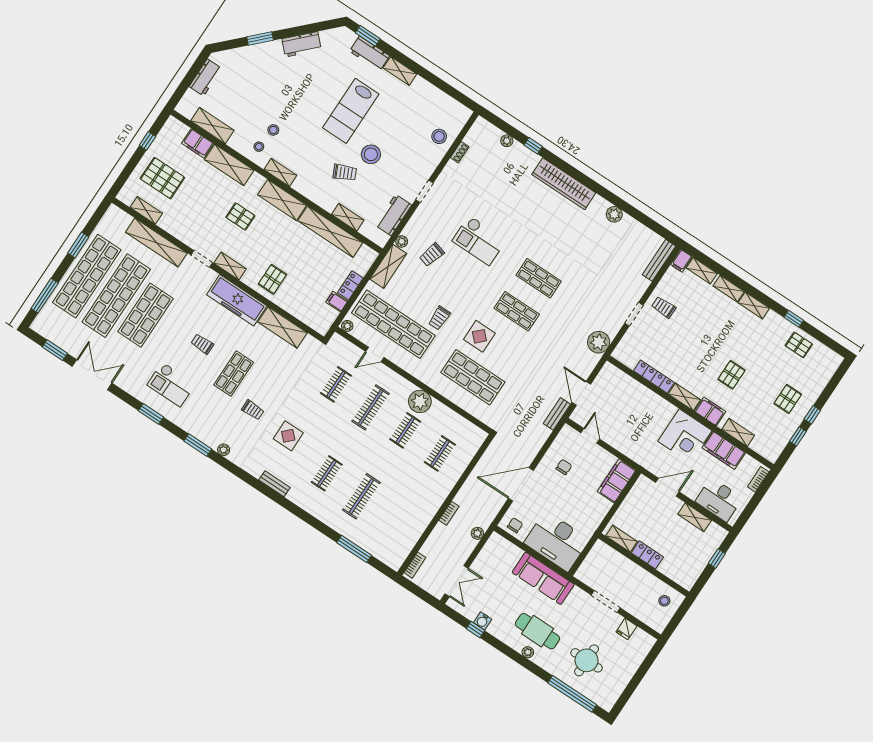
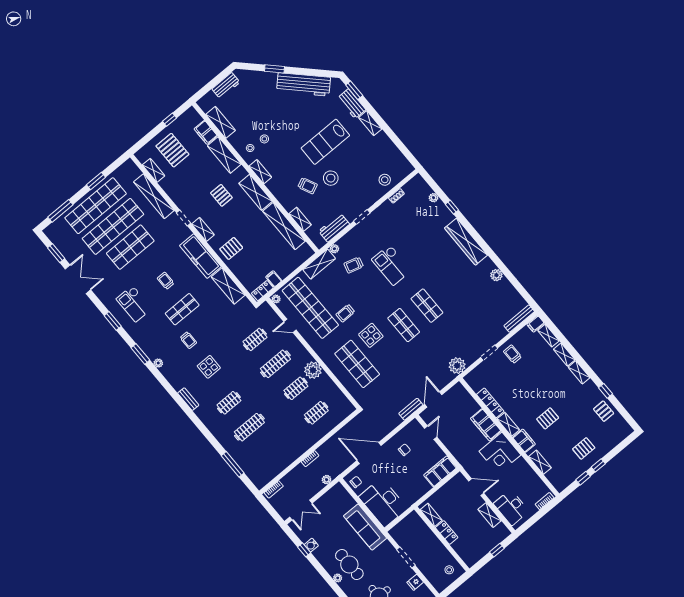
workbench: (302, 44) -> (304, 84), width x1.88, depth x1.32
locker: (350, 285) -> (262, 291), moved
filing cabinet: (724, 450) -> (486, 425), moved

